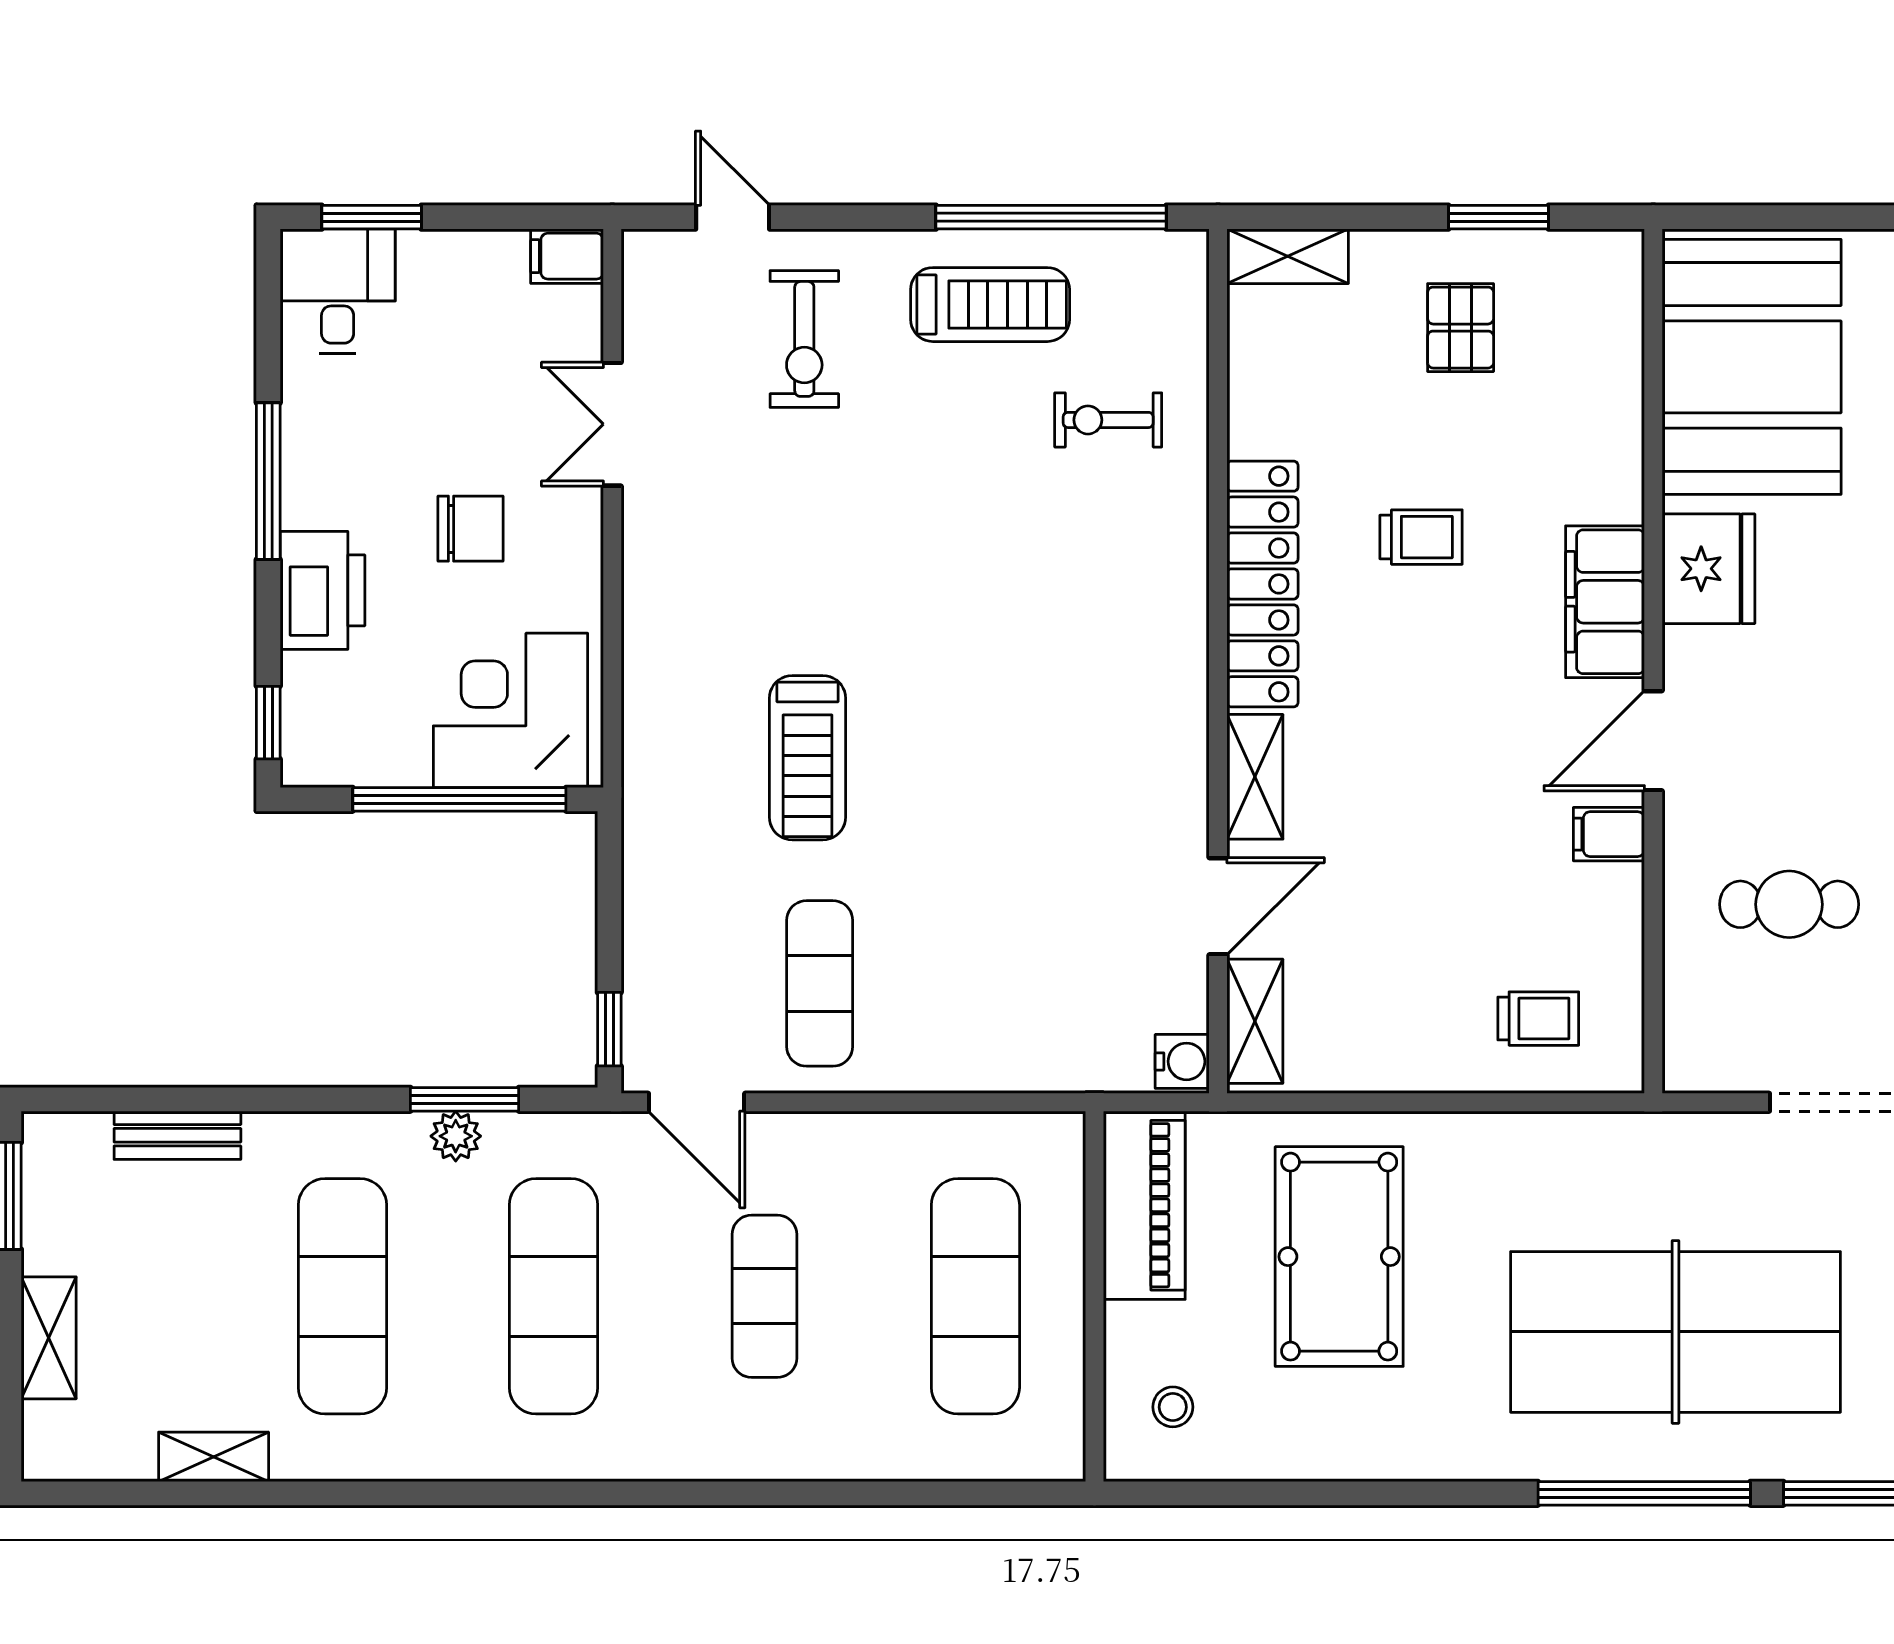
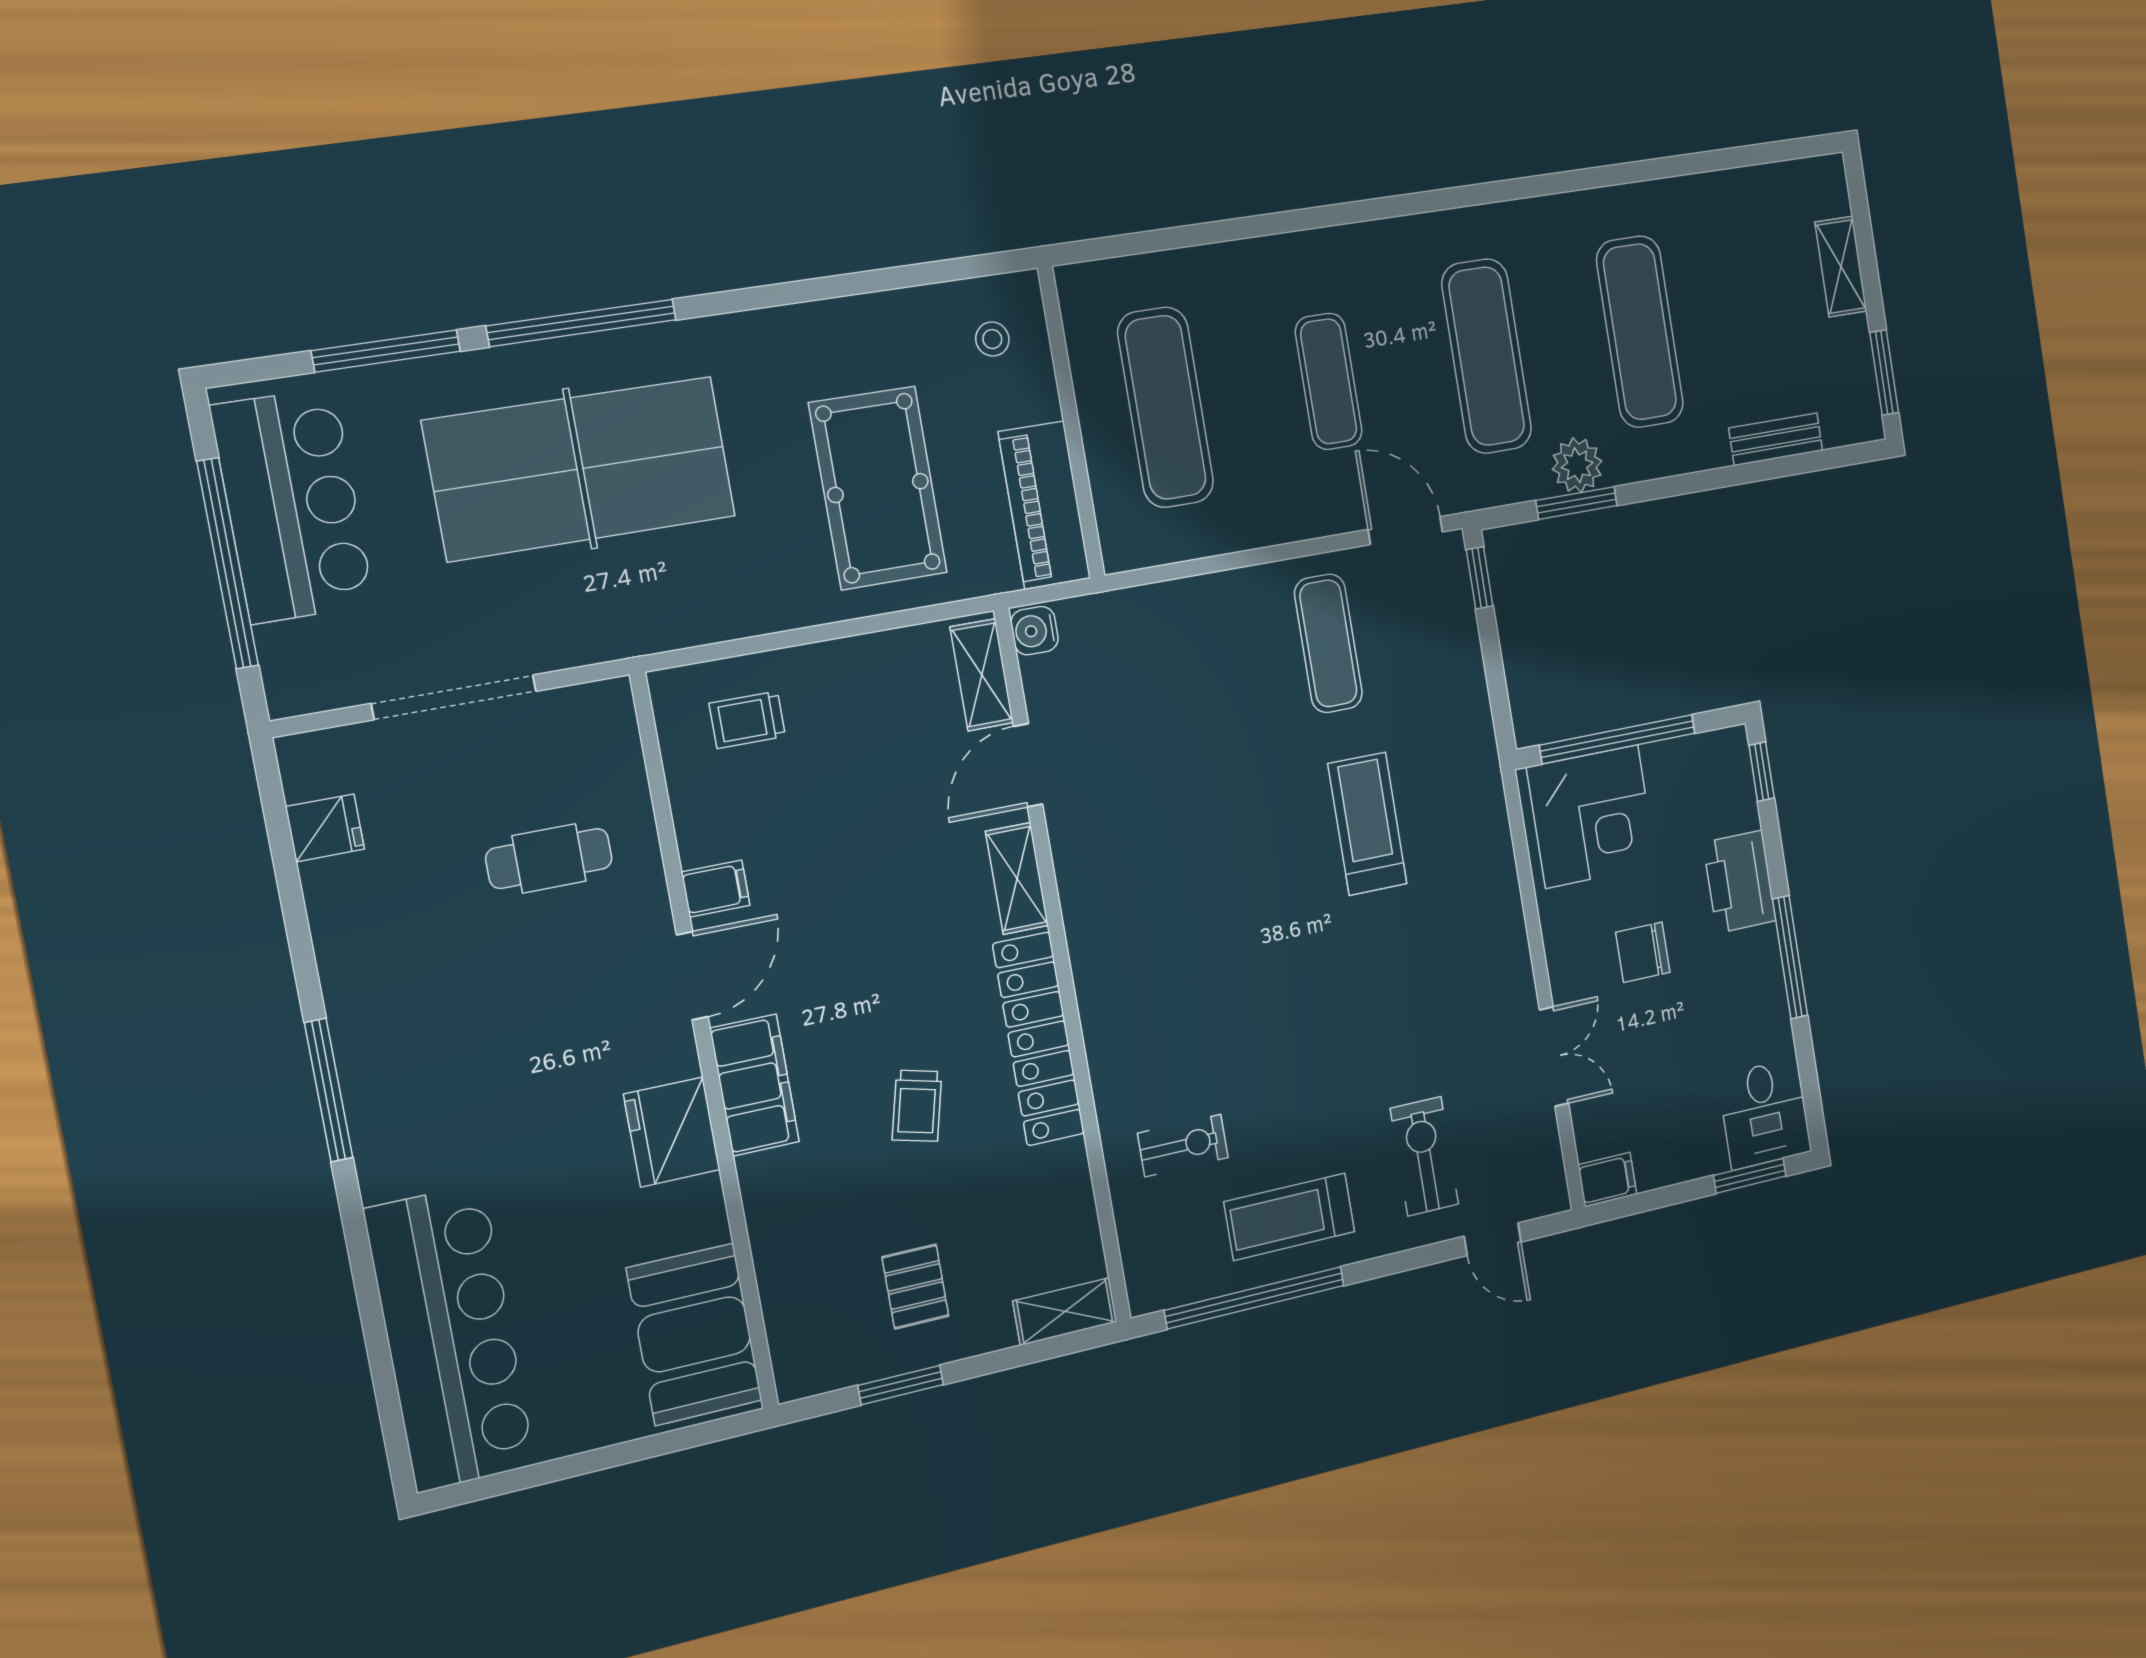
booth: (1752, 367) -> (694, 1334), width x0.73, depth x0.70
trolley: (1421, 537) -> (917, 1106), turned -76
plant: (456, 1136) -> (1577, 465), width x1.38, depth x1.38
shelving: (214, 1457) -> (1712, 190), removed

